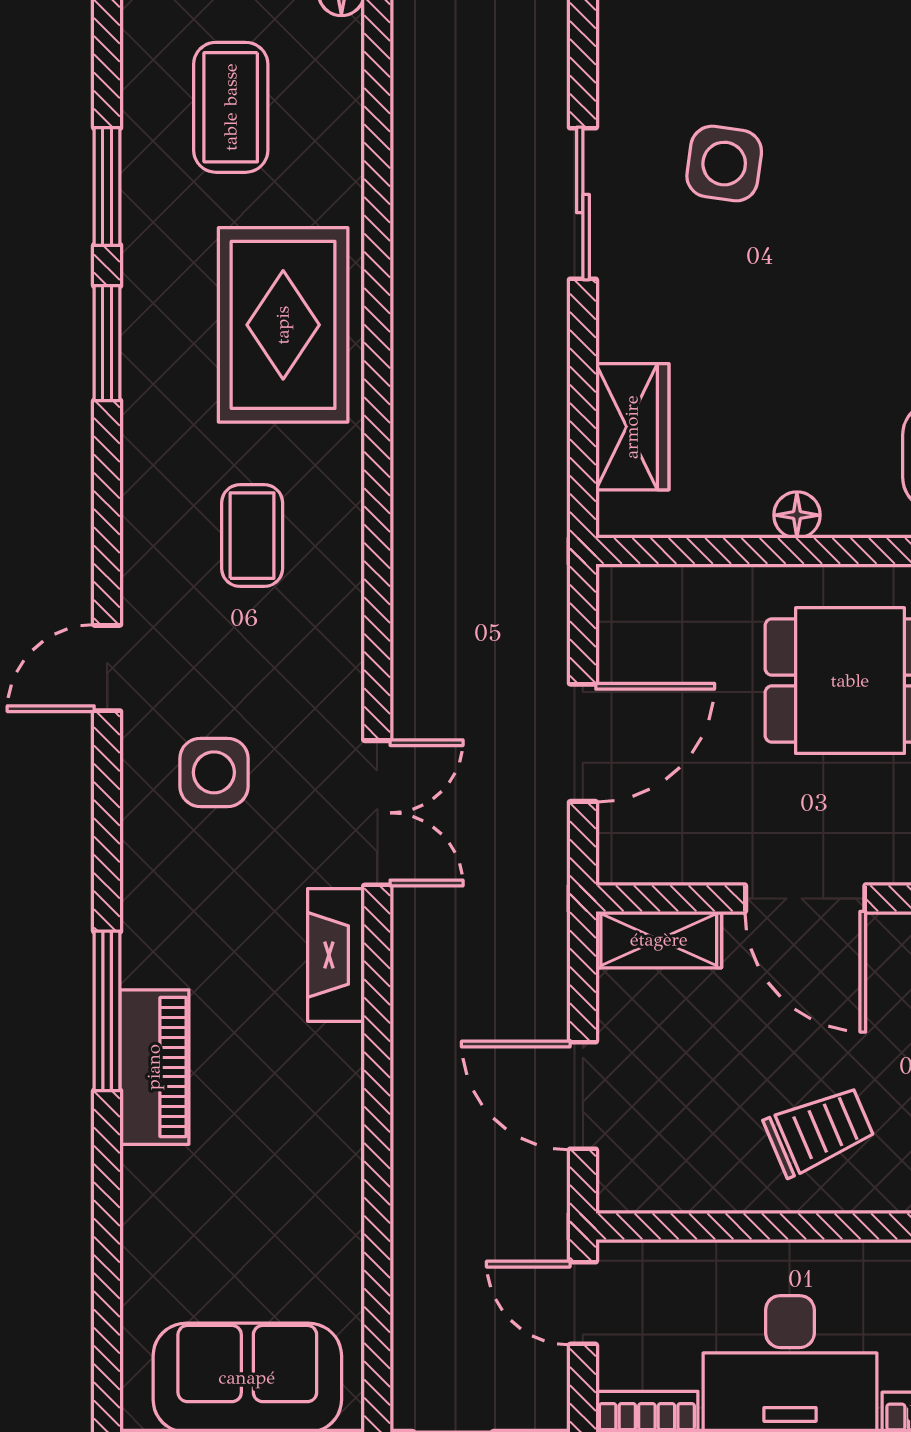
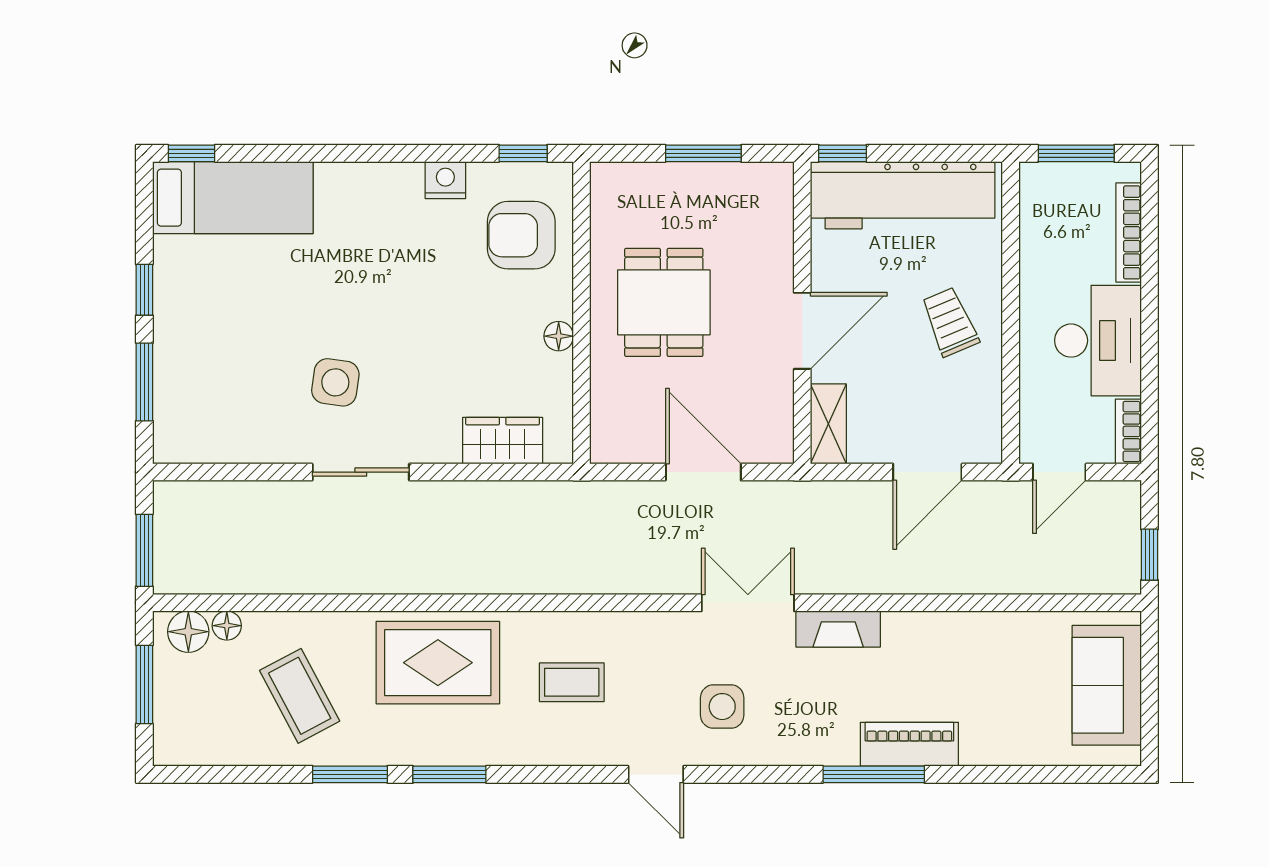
coffee table: (231, 107) -> (300, 696), turned 62

